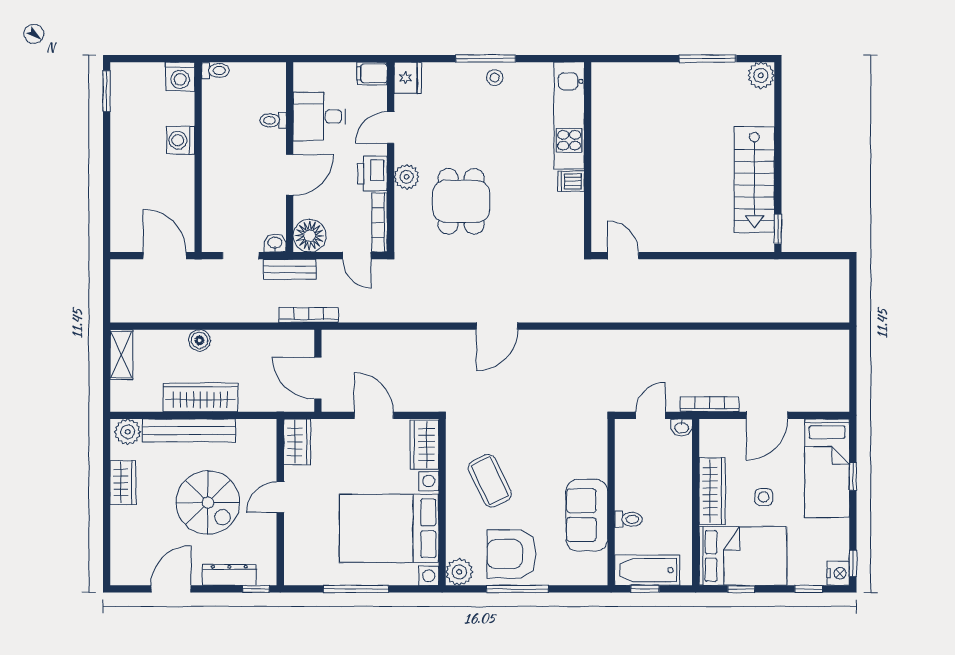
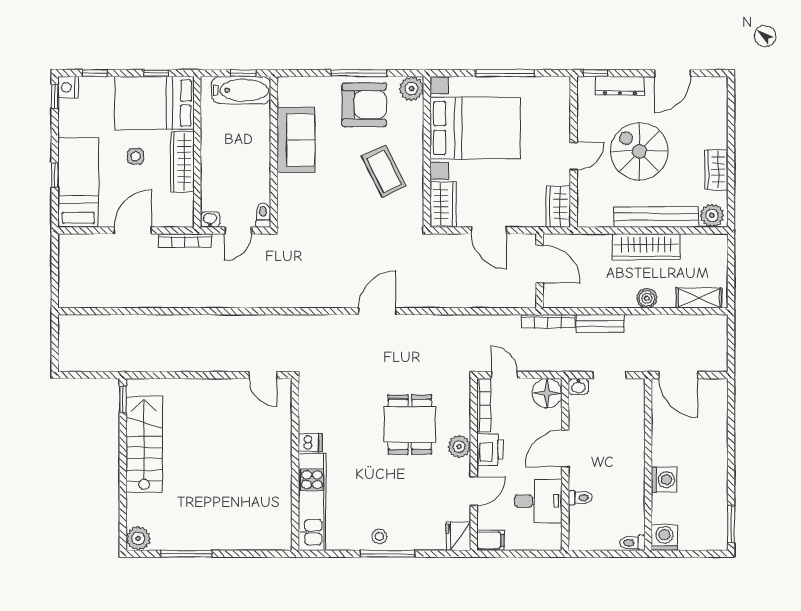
bench: (290, 269) -> (600, 324), moved
shelving: (121, 355) -> (699, 298), moved, turned 90
toilet: (628, 519) -> (263, 215), moved, turned 90

